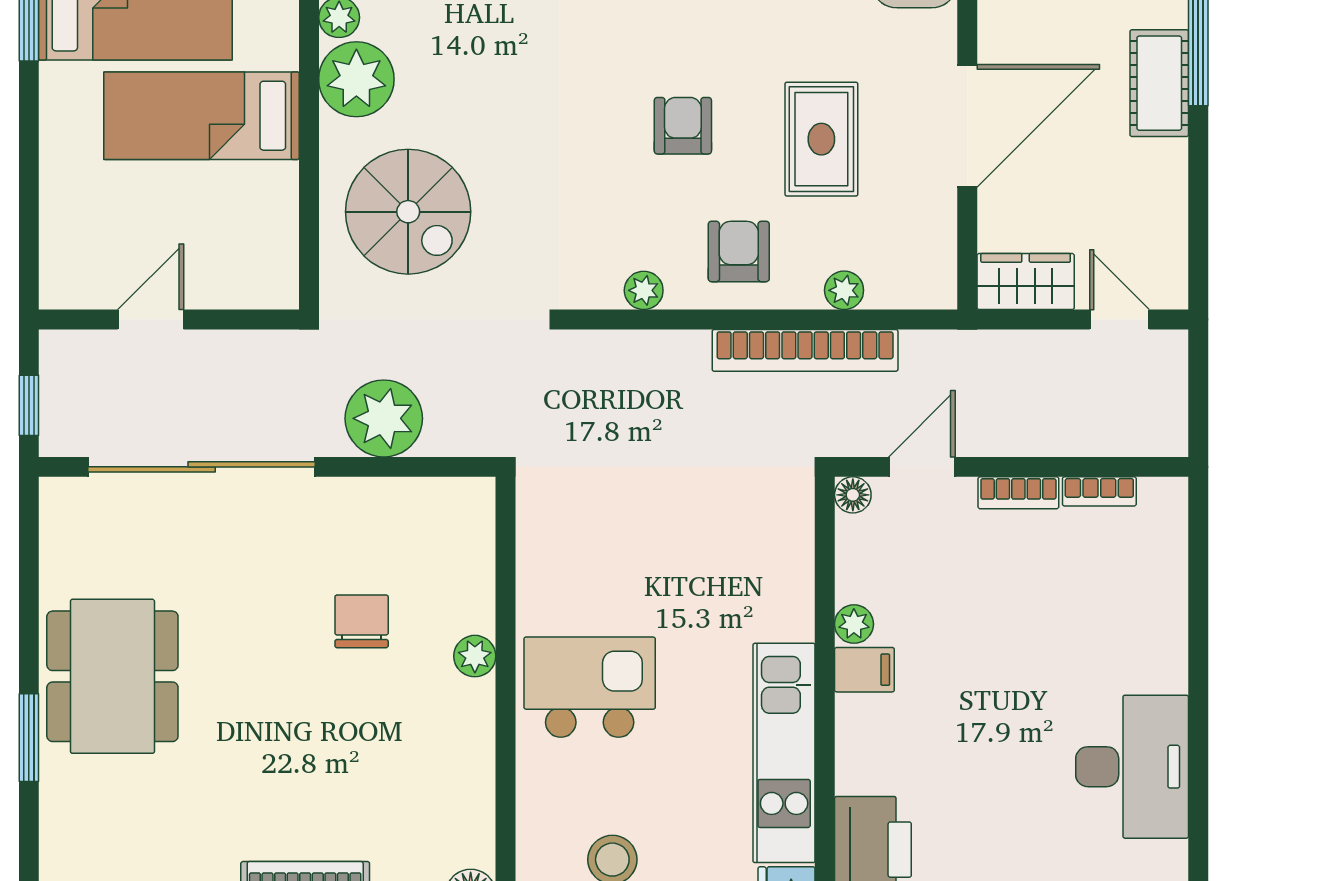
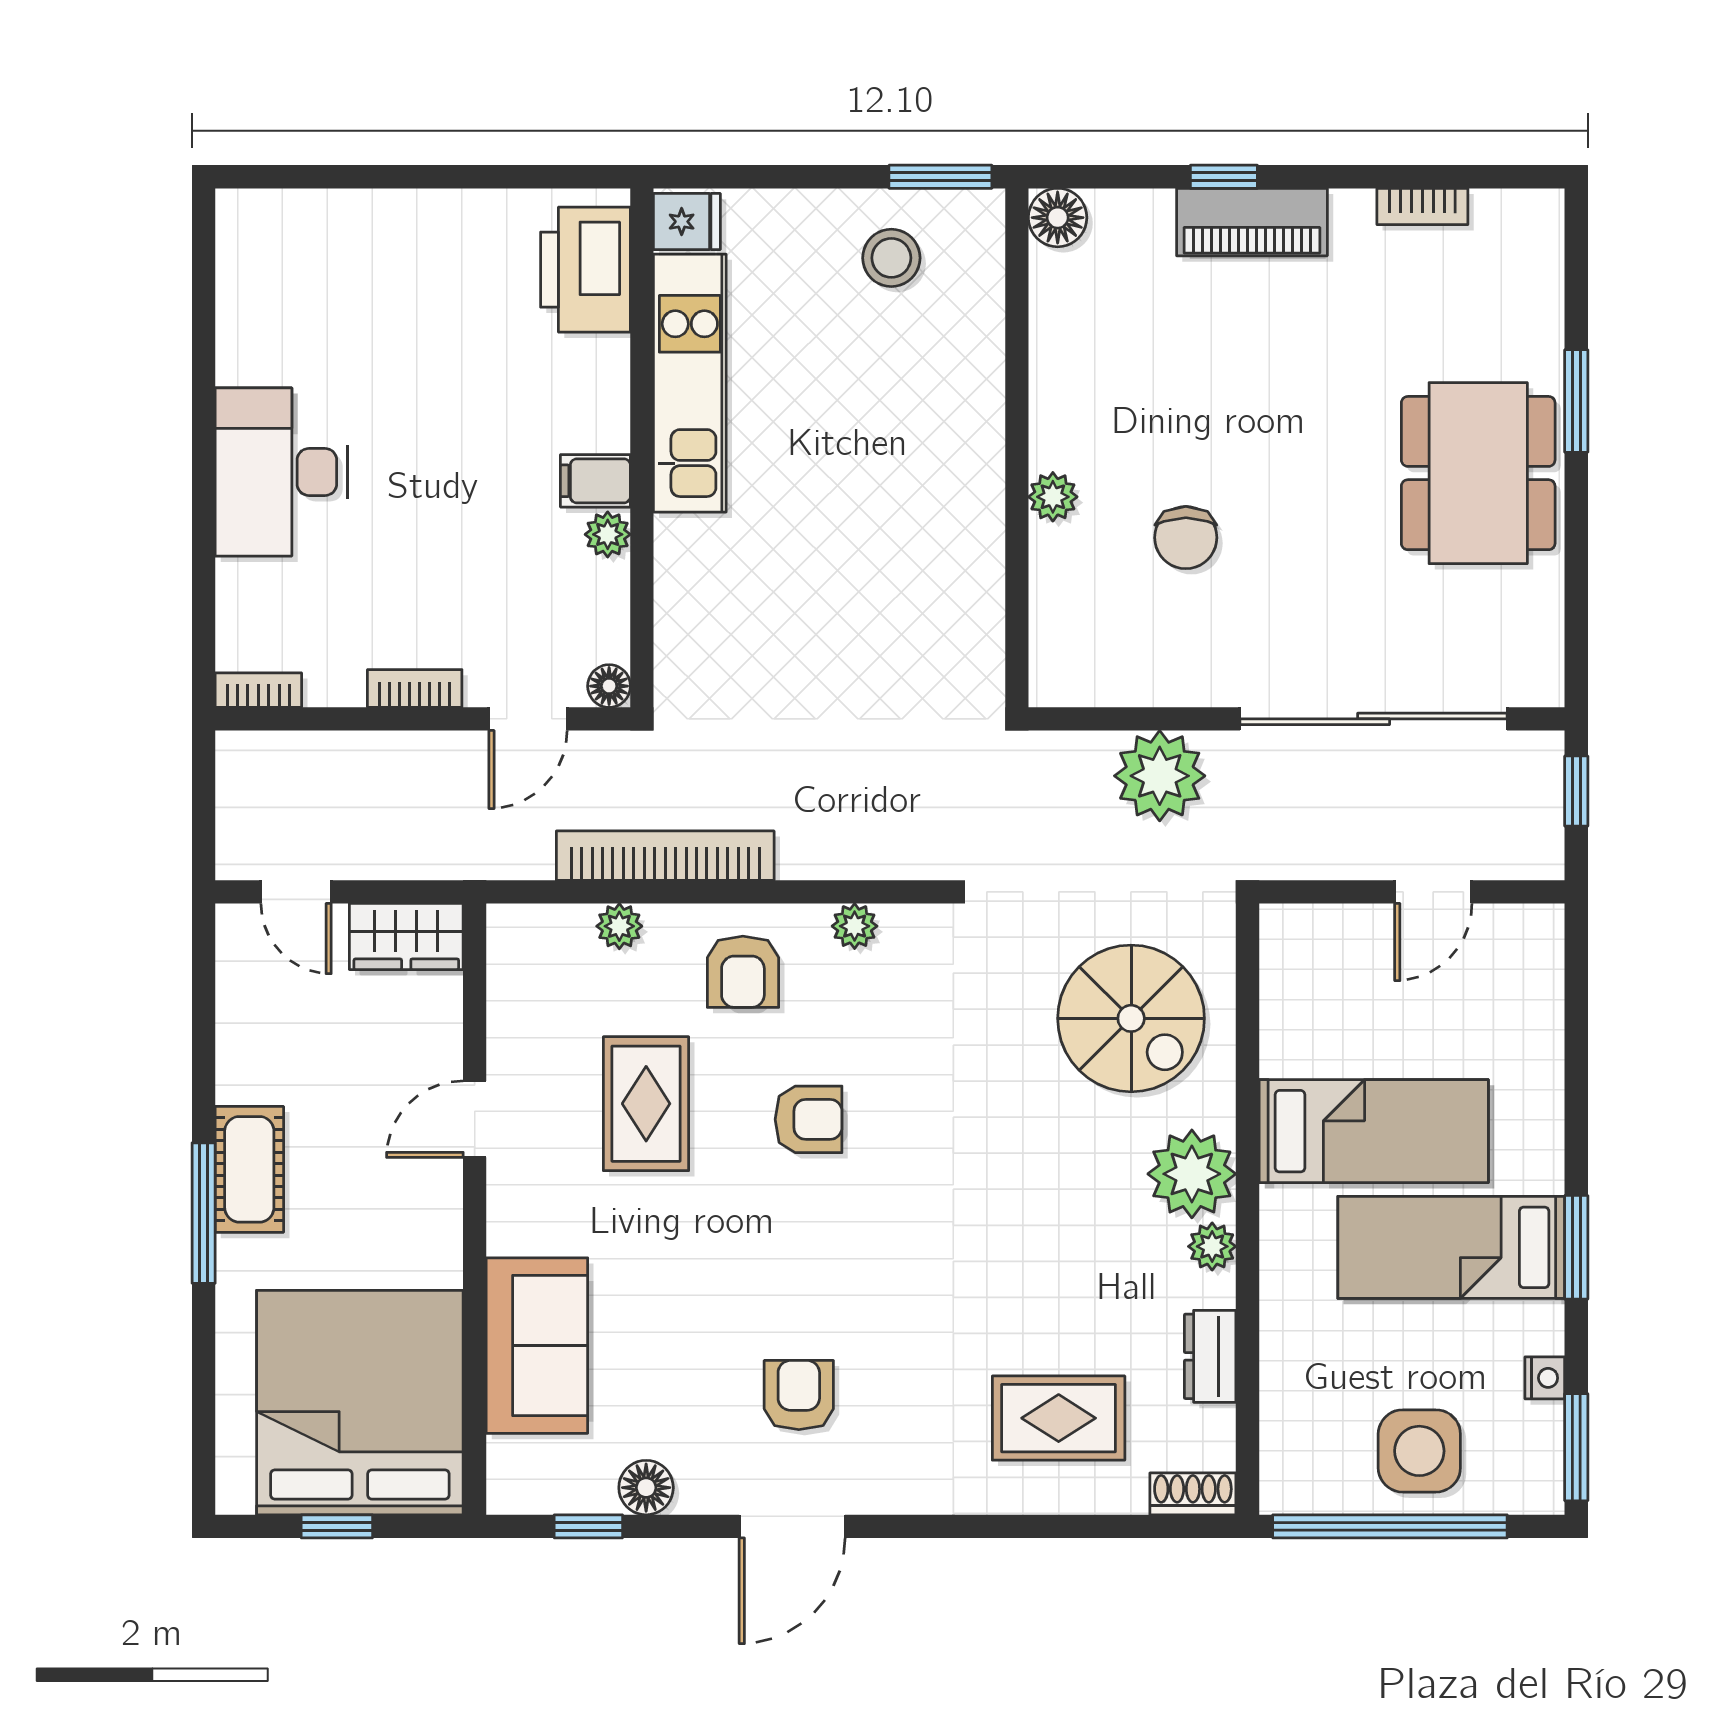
armchair: (683, 126) -> (809, 1119), turned -90
door: (967, 126) -> (475, 1119), width x0.53
spiral stairs: (408, 212) -> (1131, 1018), turned 180
bookcase: (1099, 491) -> (258, 690), moved
kitchen island: (590, 687) -> (918, 460), removed
desk: (1132, 767) -> (281, 472), moved

